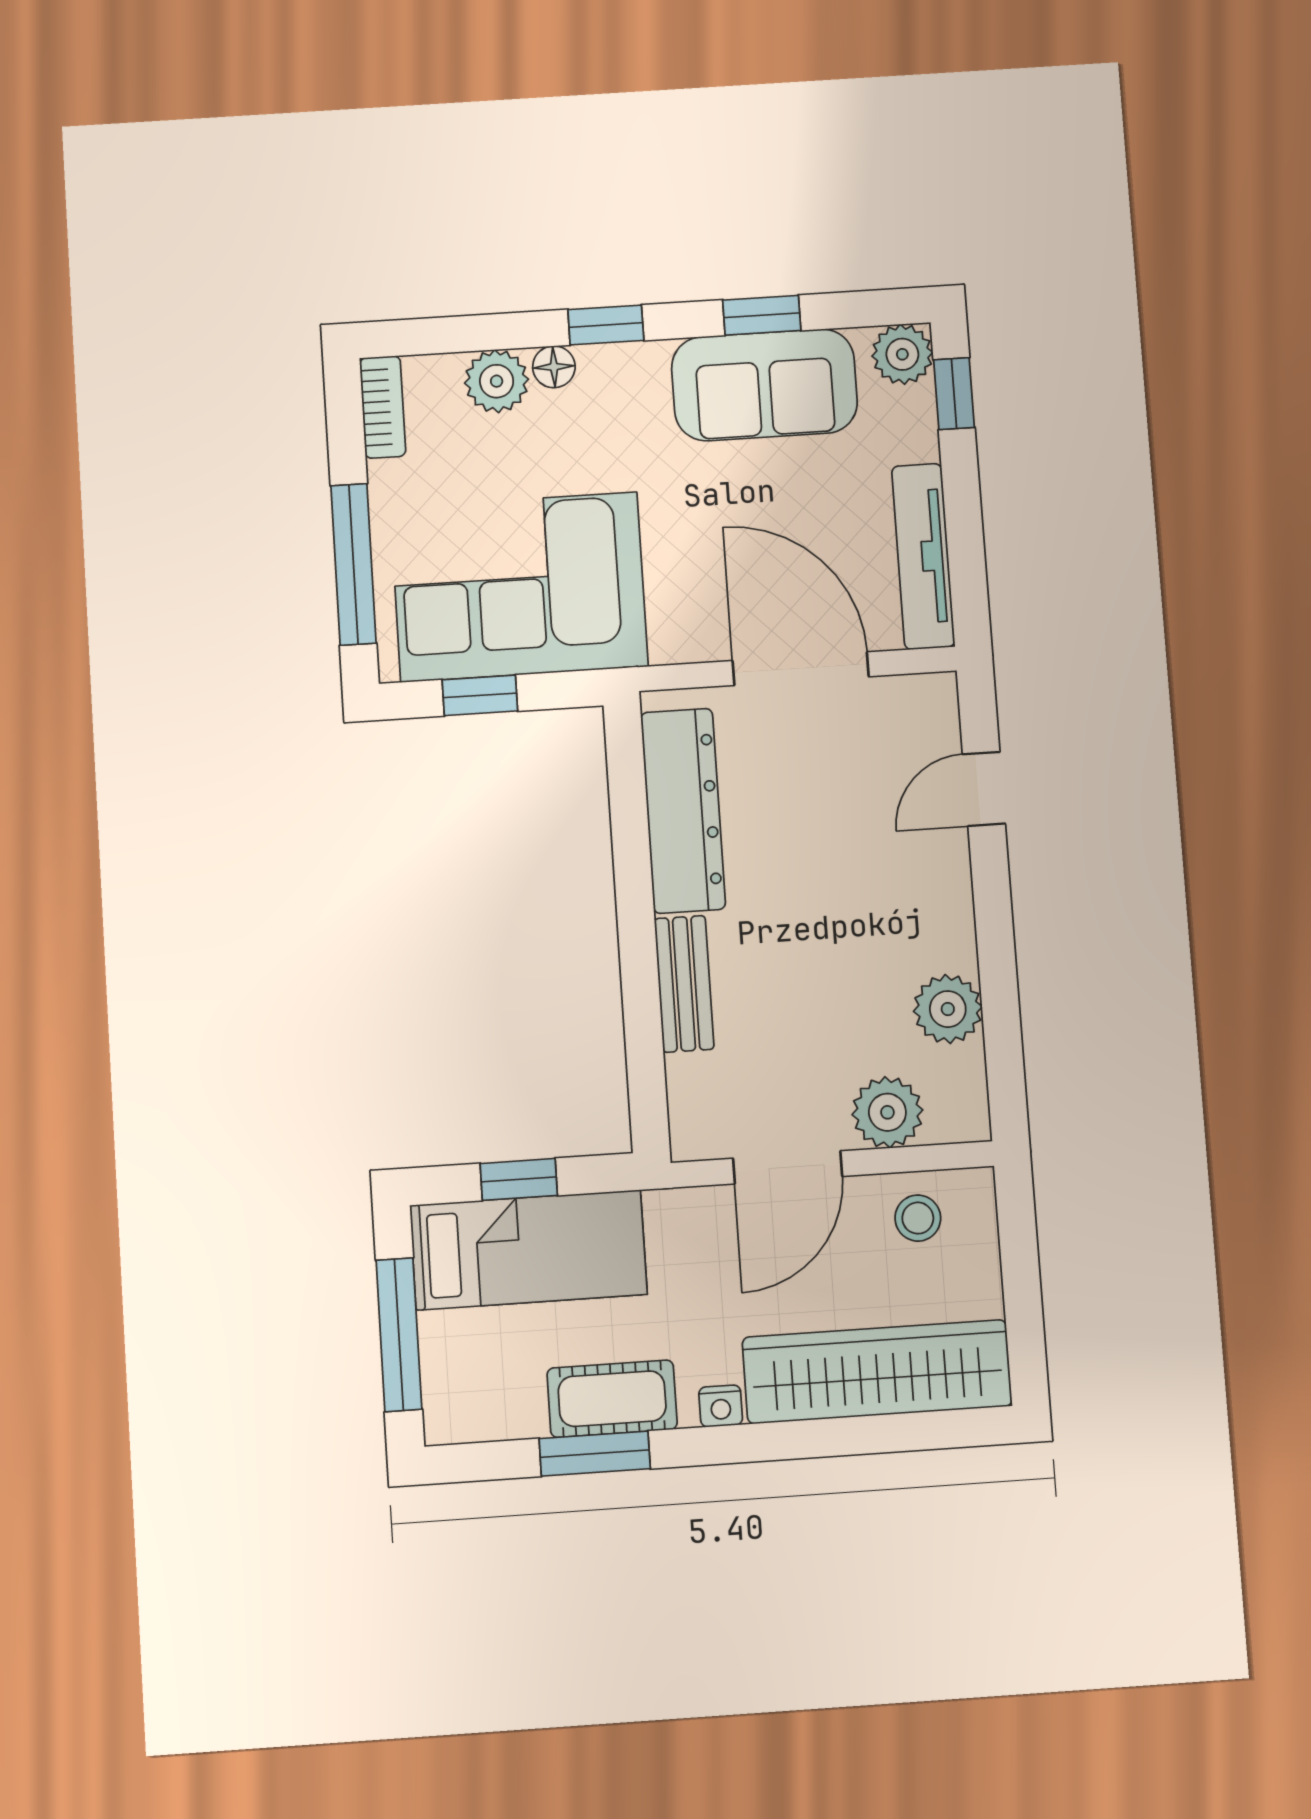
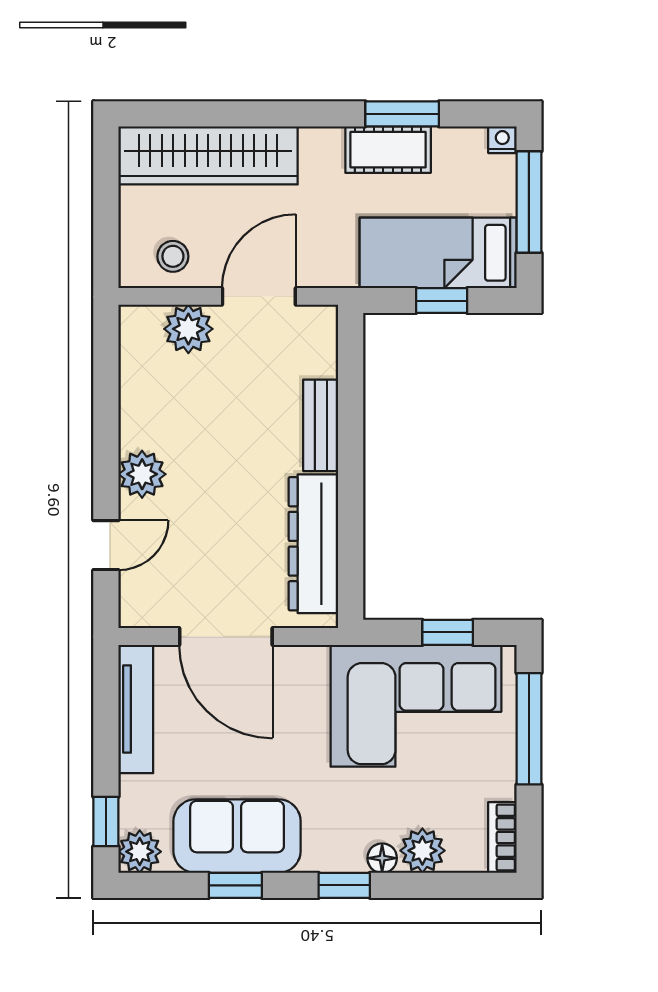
plant: (948, 1009) -> (142, 474), moved
nightstand: (721, 1406) -> (502, 140), moved

